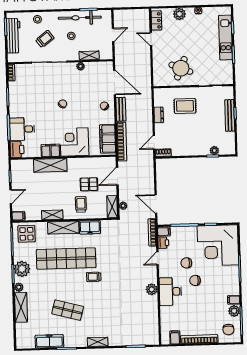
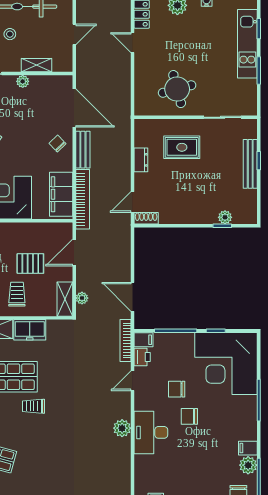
round table: (181, 68) -> (177, 89), turned -37

